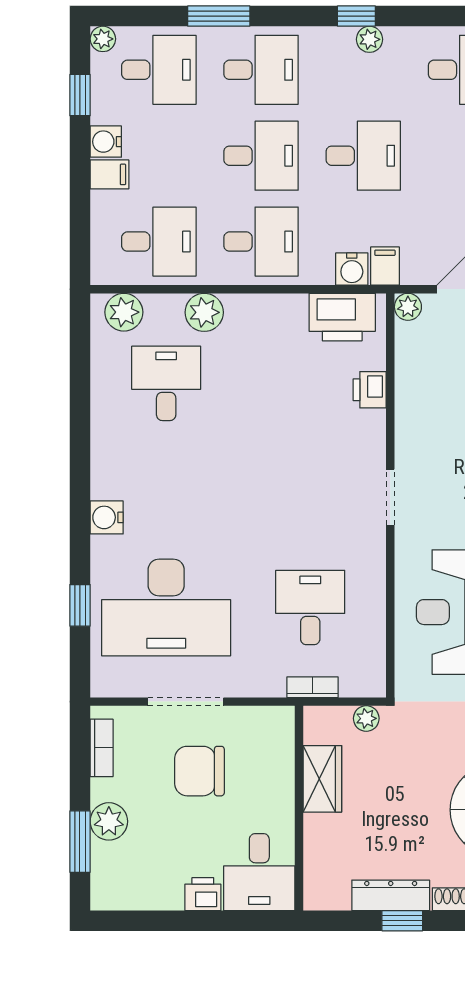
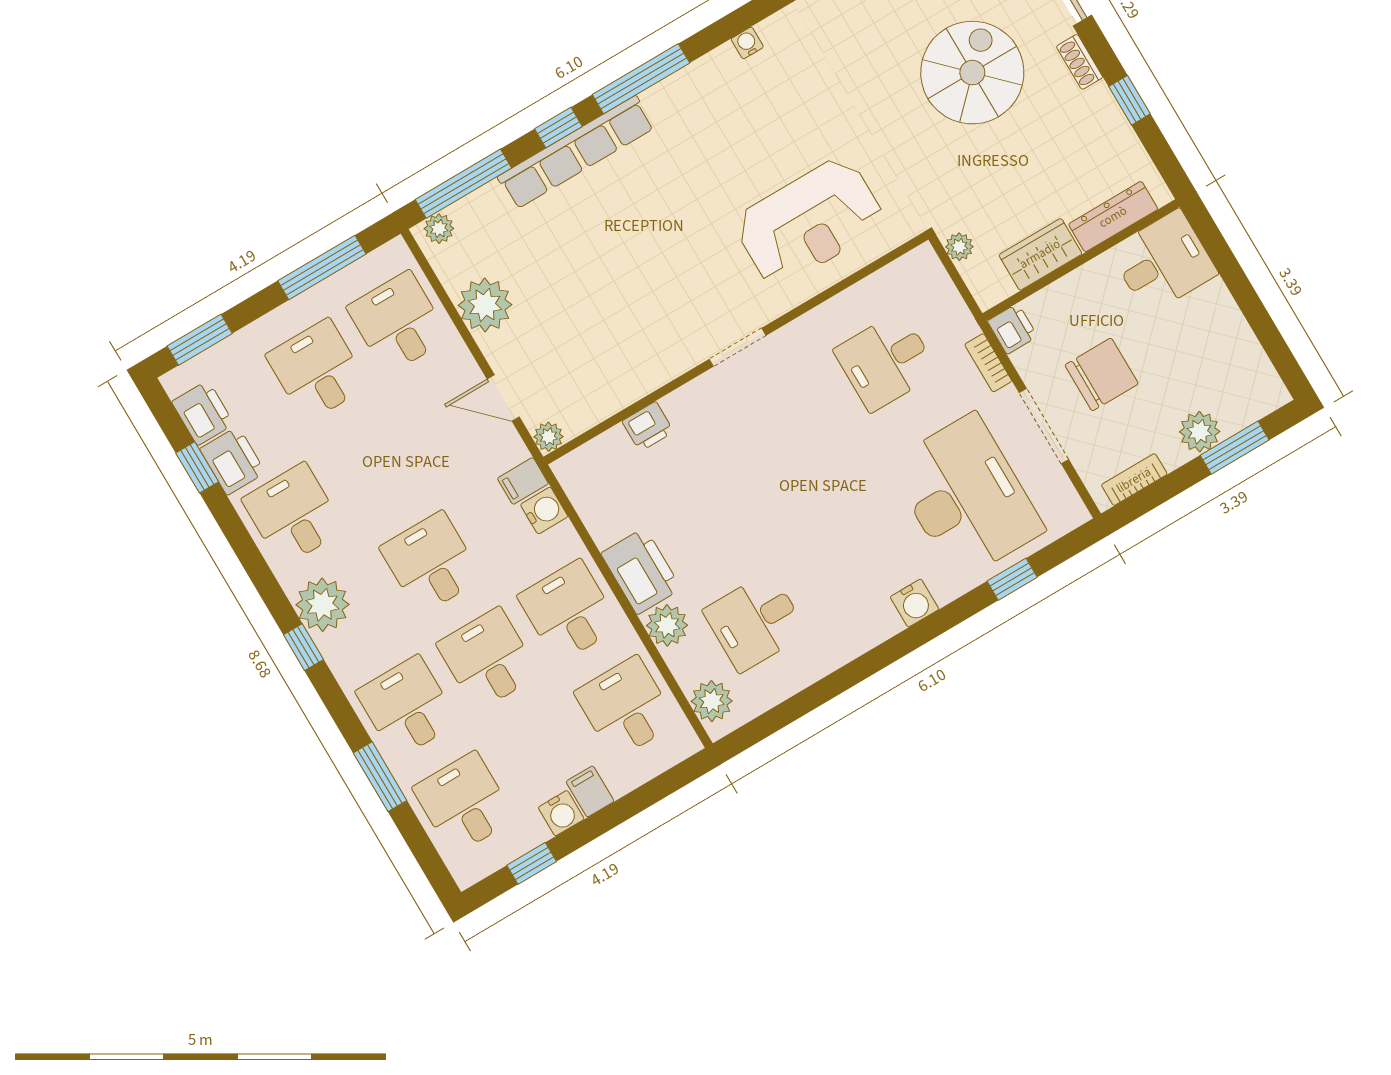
plant: (103, 39) -> (466, 873), removed
plant: (369, 39) -> (322, 605), width x1.88, depth x1.88
printer: (342, 317) -> (641, 571), moved
bookcase: (313, 687) -> (988, 363), moved
chair: (200, 771) -> (1102, 374), turned -90
printer: (203, 894) -> (1012, 329), moved, turned 180
dresser: (391, 895) -> (1113, 217), moved, turned 90

